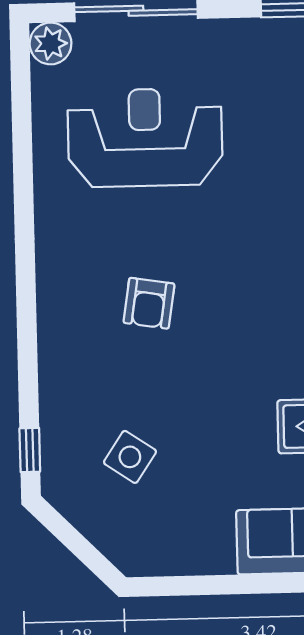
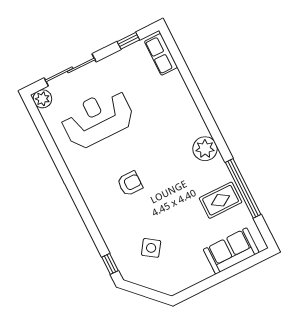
armchair: (149, 303) -> (130, 183), turned -99

